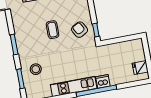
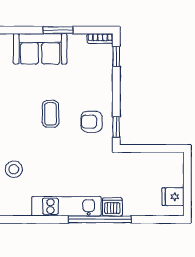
armchair: (80, 30) -> (92, 122), turned -61

